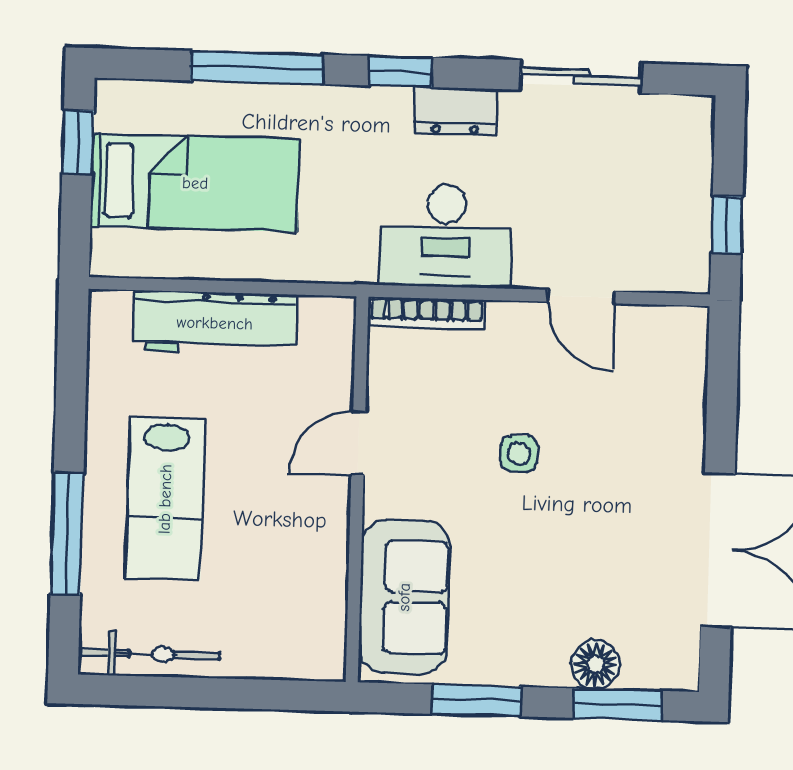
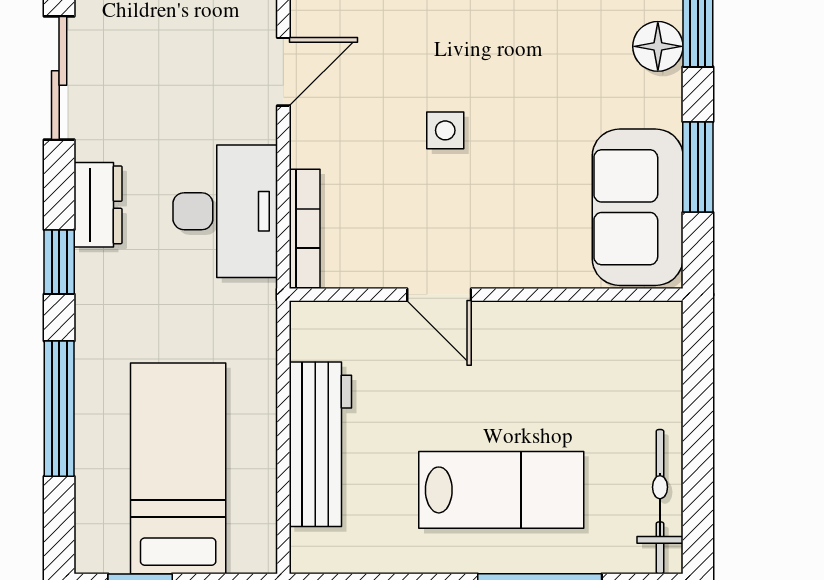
sofa: (404, 597) -> (638, 207), moved, turned -90

